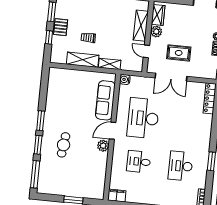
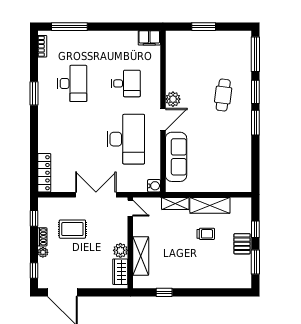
door: (146, 51) -> (130, 208), moved
rug: (179, 53) -> (72, 229), moved

